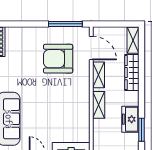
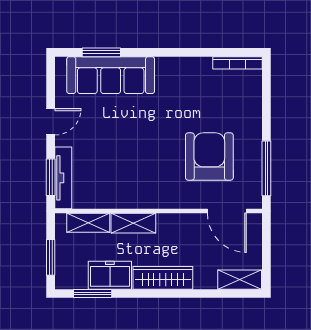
door: (91, 48) -> (227, 211), hinge flipped
wardrobe: (132, 73) -> (163, 278), moved
shelving: (98, 75) -> (88, 223), moved

